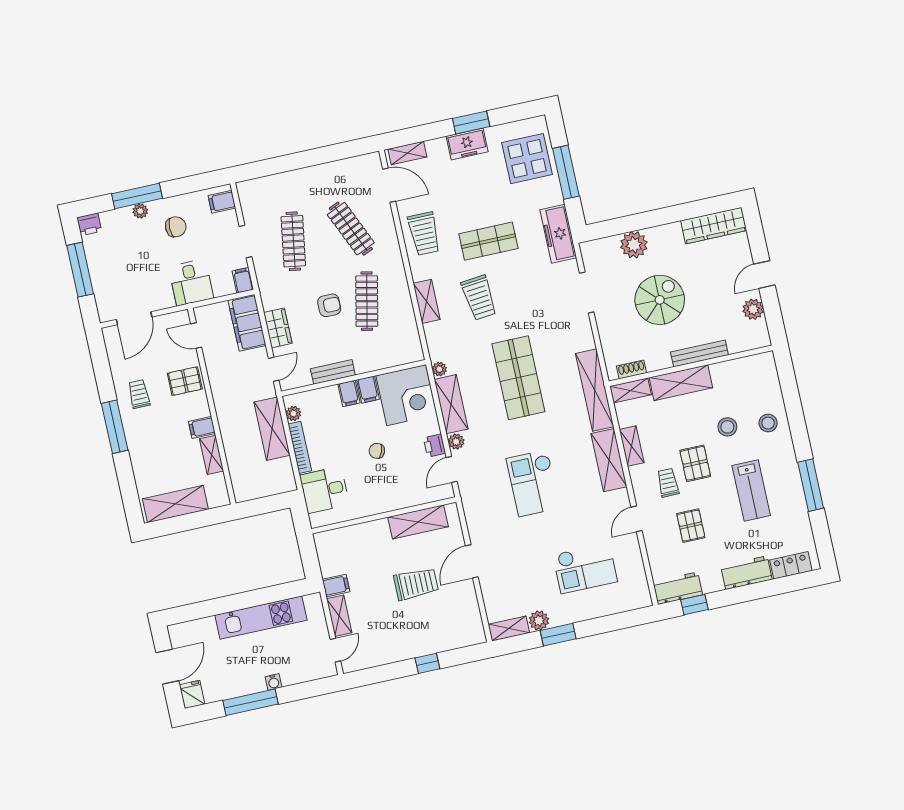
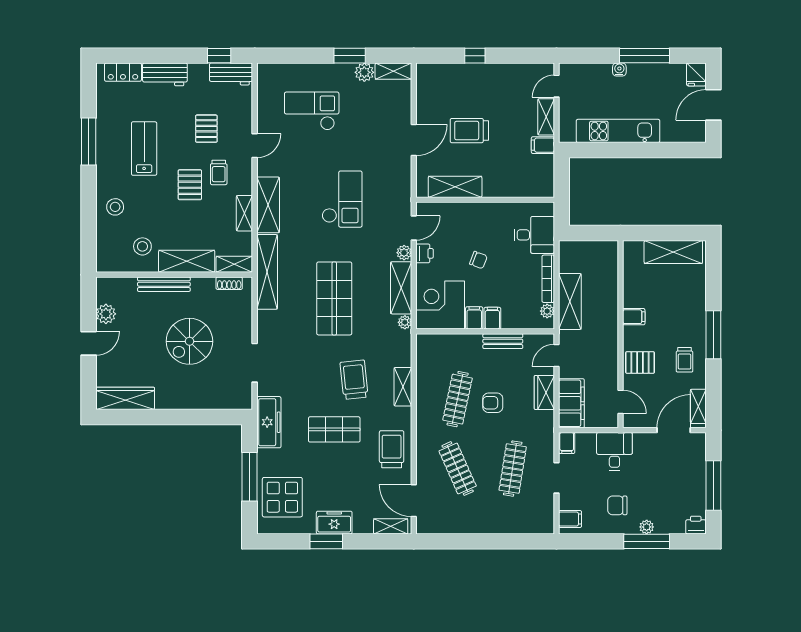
plant: (634, 245) -> (202, 397), removed
stool: (727, 427) -> (142, 246), moved
shelving: (212, 455) -> (698, 406), moved

